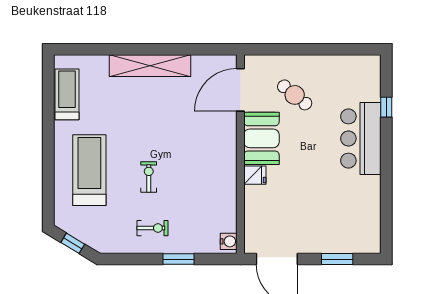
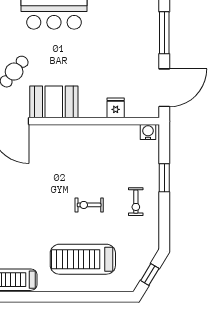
fridge: (255, 175) -> (116, 108), moved
exercise bike: (152, 228) -> (136, 202), turned 180
window: (337, 259) -> (164, 33), width x1.44

